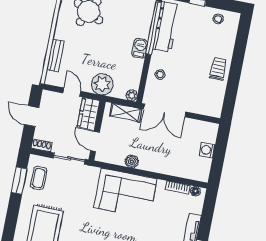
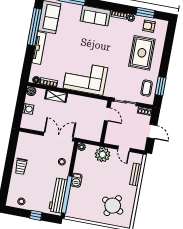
shelving: (126, 113) -> (56, 96), moved
wardrobe: (88, 114) -> (112, 134), removed
boiler: (132, 161) -> (31, 91), moved

